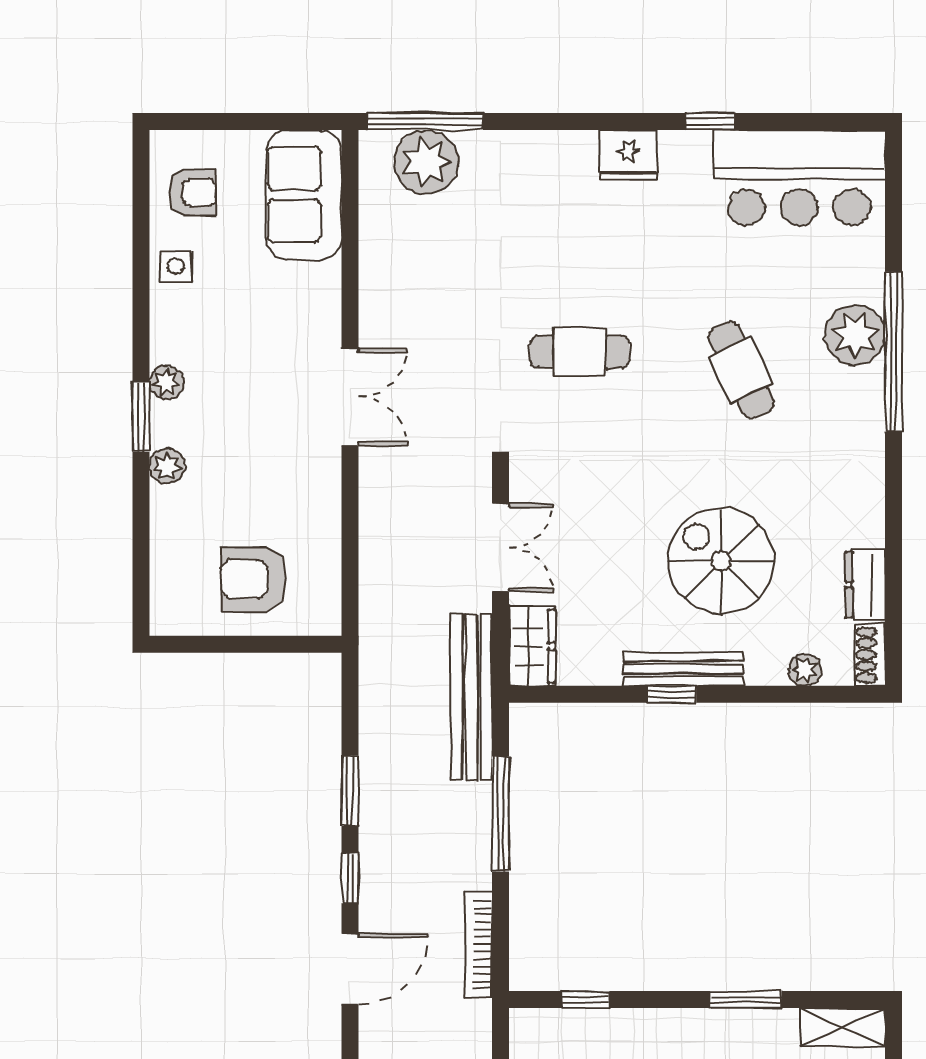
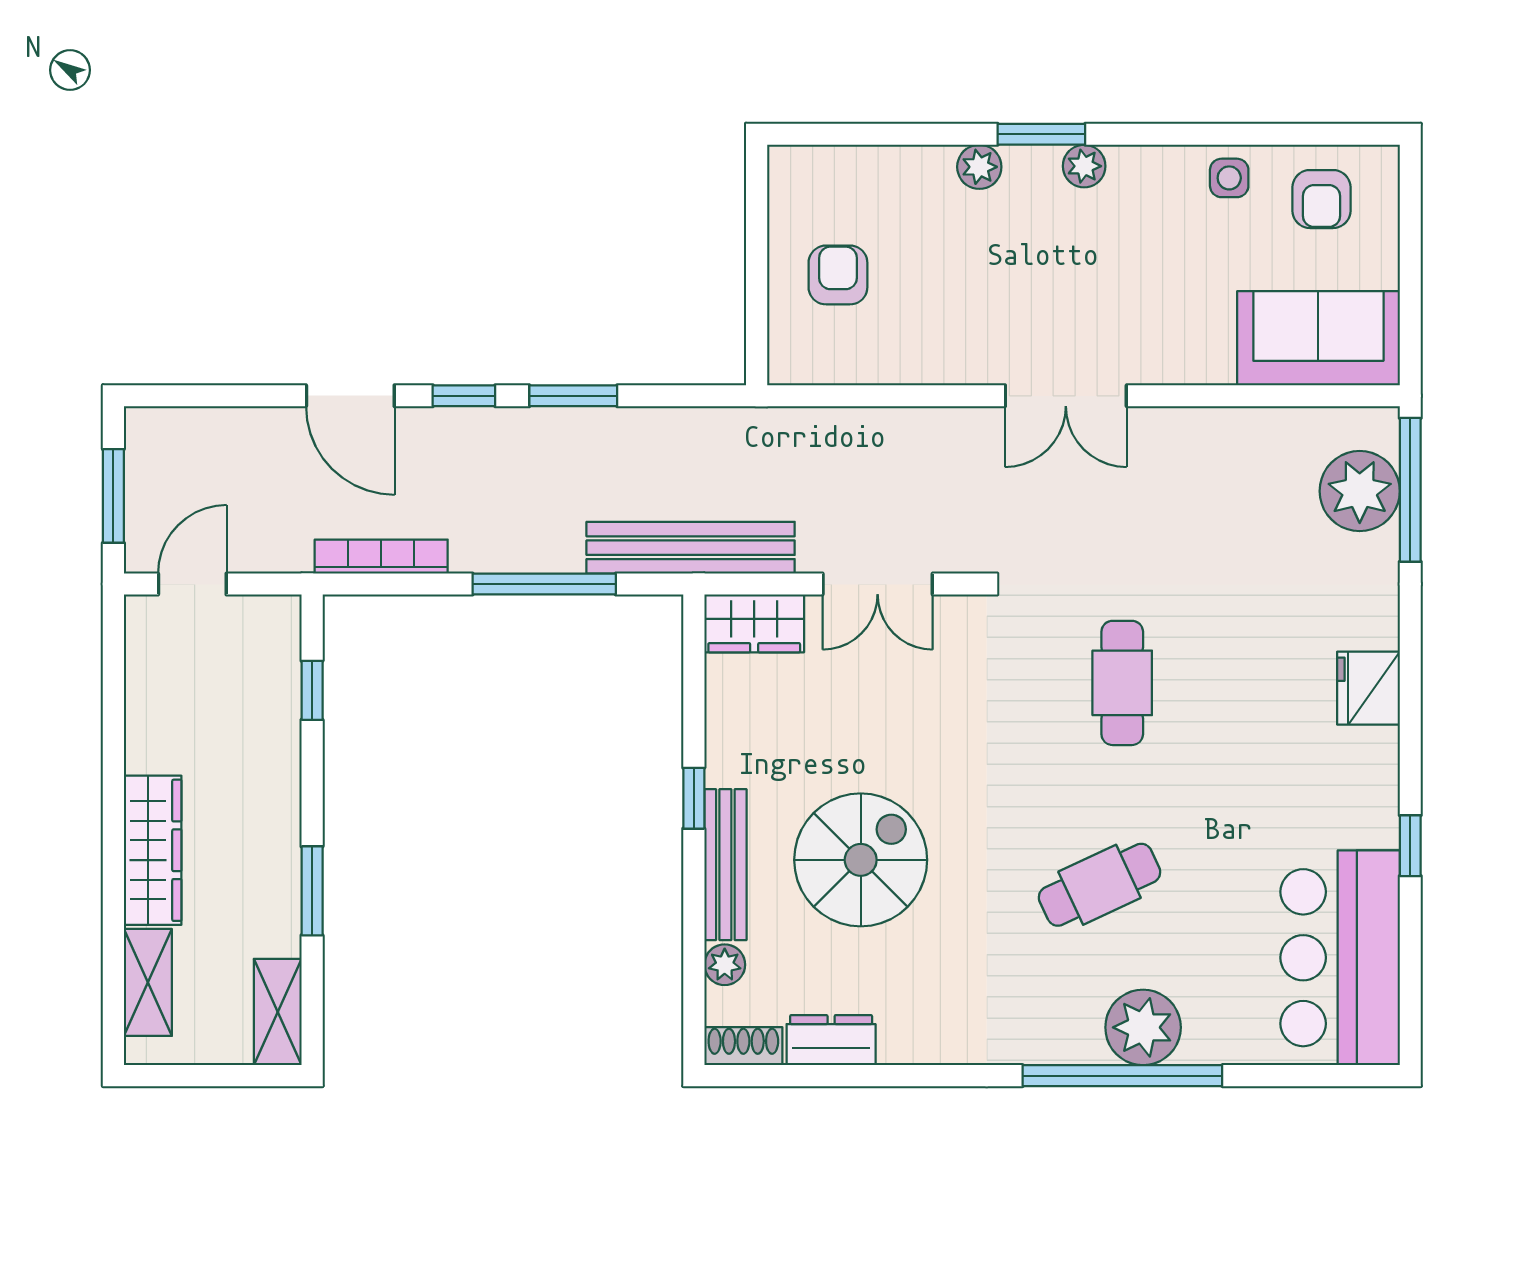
fridge: (628, 155) -> (1368, 688), moved
armchair: (253, 579) -> (838, 275), width x0.72, depth x0.72
bench: (684, 669) -> (725, 865), moved

